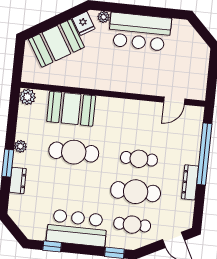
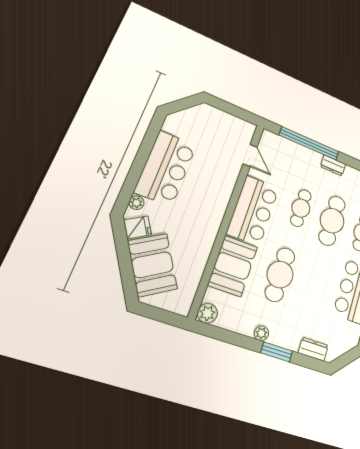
bar counter: (124, 115) -> (253, 210), added
dresser: (18, 180) -> (313, 349), moved
dresser: (190, 182) -> (333, 165), width x0.70

